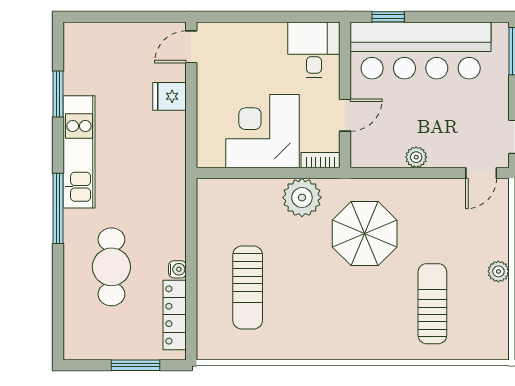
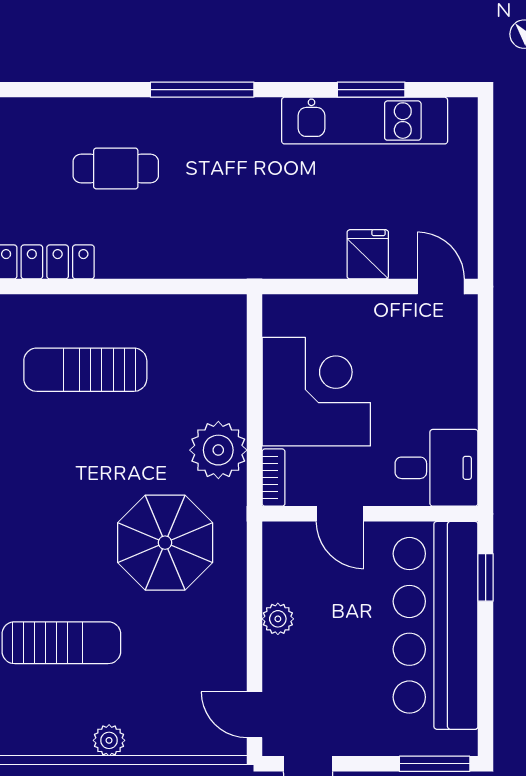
kitchen unit: (79, 152) -> (365, 121), moved
cafe table: (111, 267) -> (116, 169), width x0.73, depth x0.74
water cooler: (177, 269) -> (112, 266), removed

